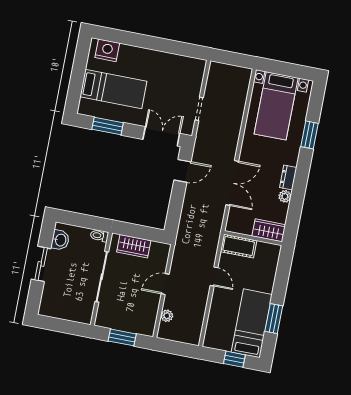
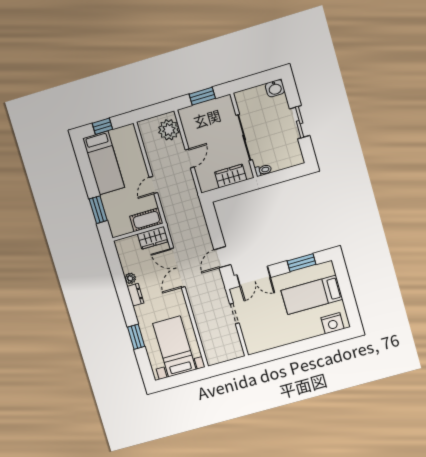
wardrobe: (269, 230) -> (153, 238), moved
washbasin: (60, 240) -> (275, 88), moved, turned -90
door: (214, 277) -> (153, 185), hinge flipped
plant: (167, 316) -> (169, 130), width x1.87, depth x1.87
window: (274, 319) -> (98, 210), moved

